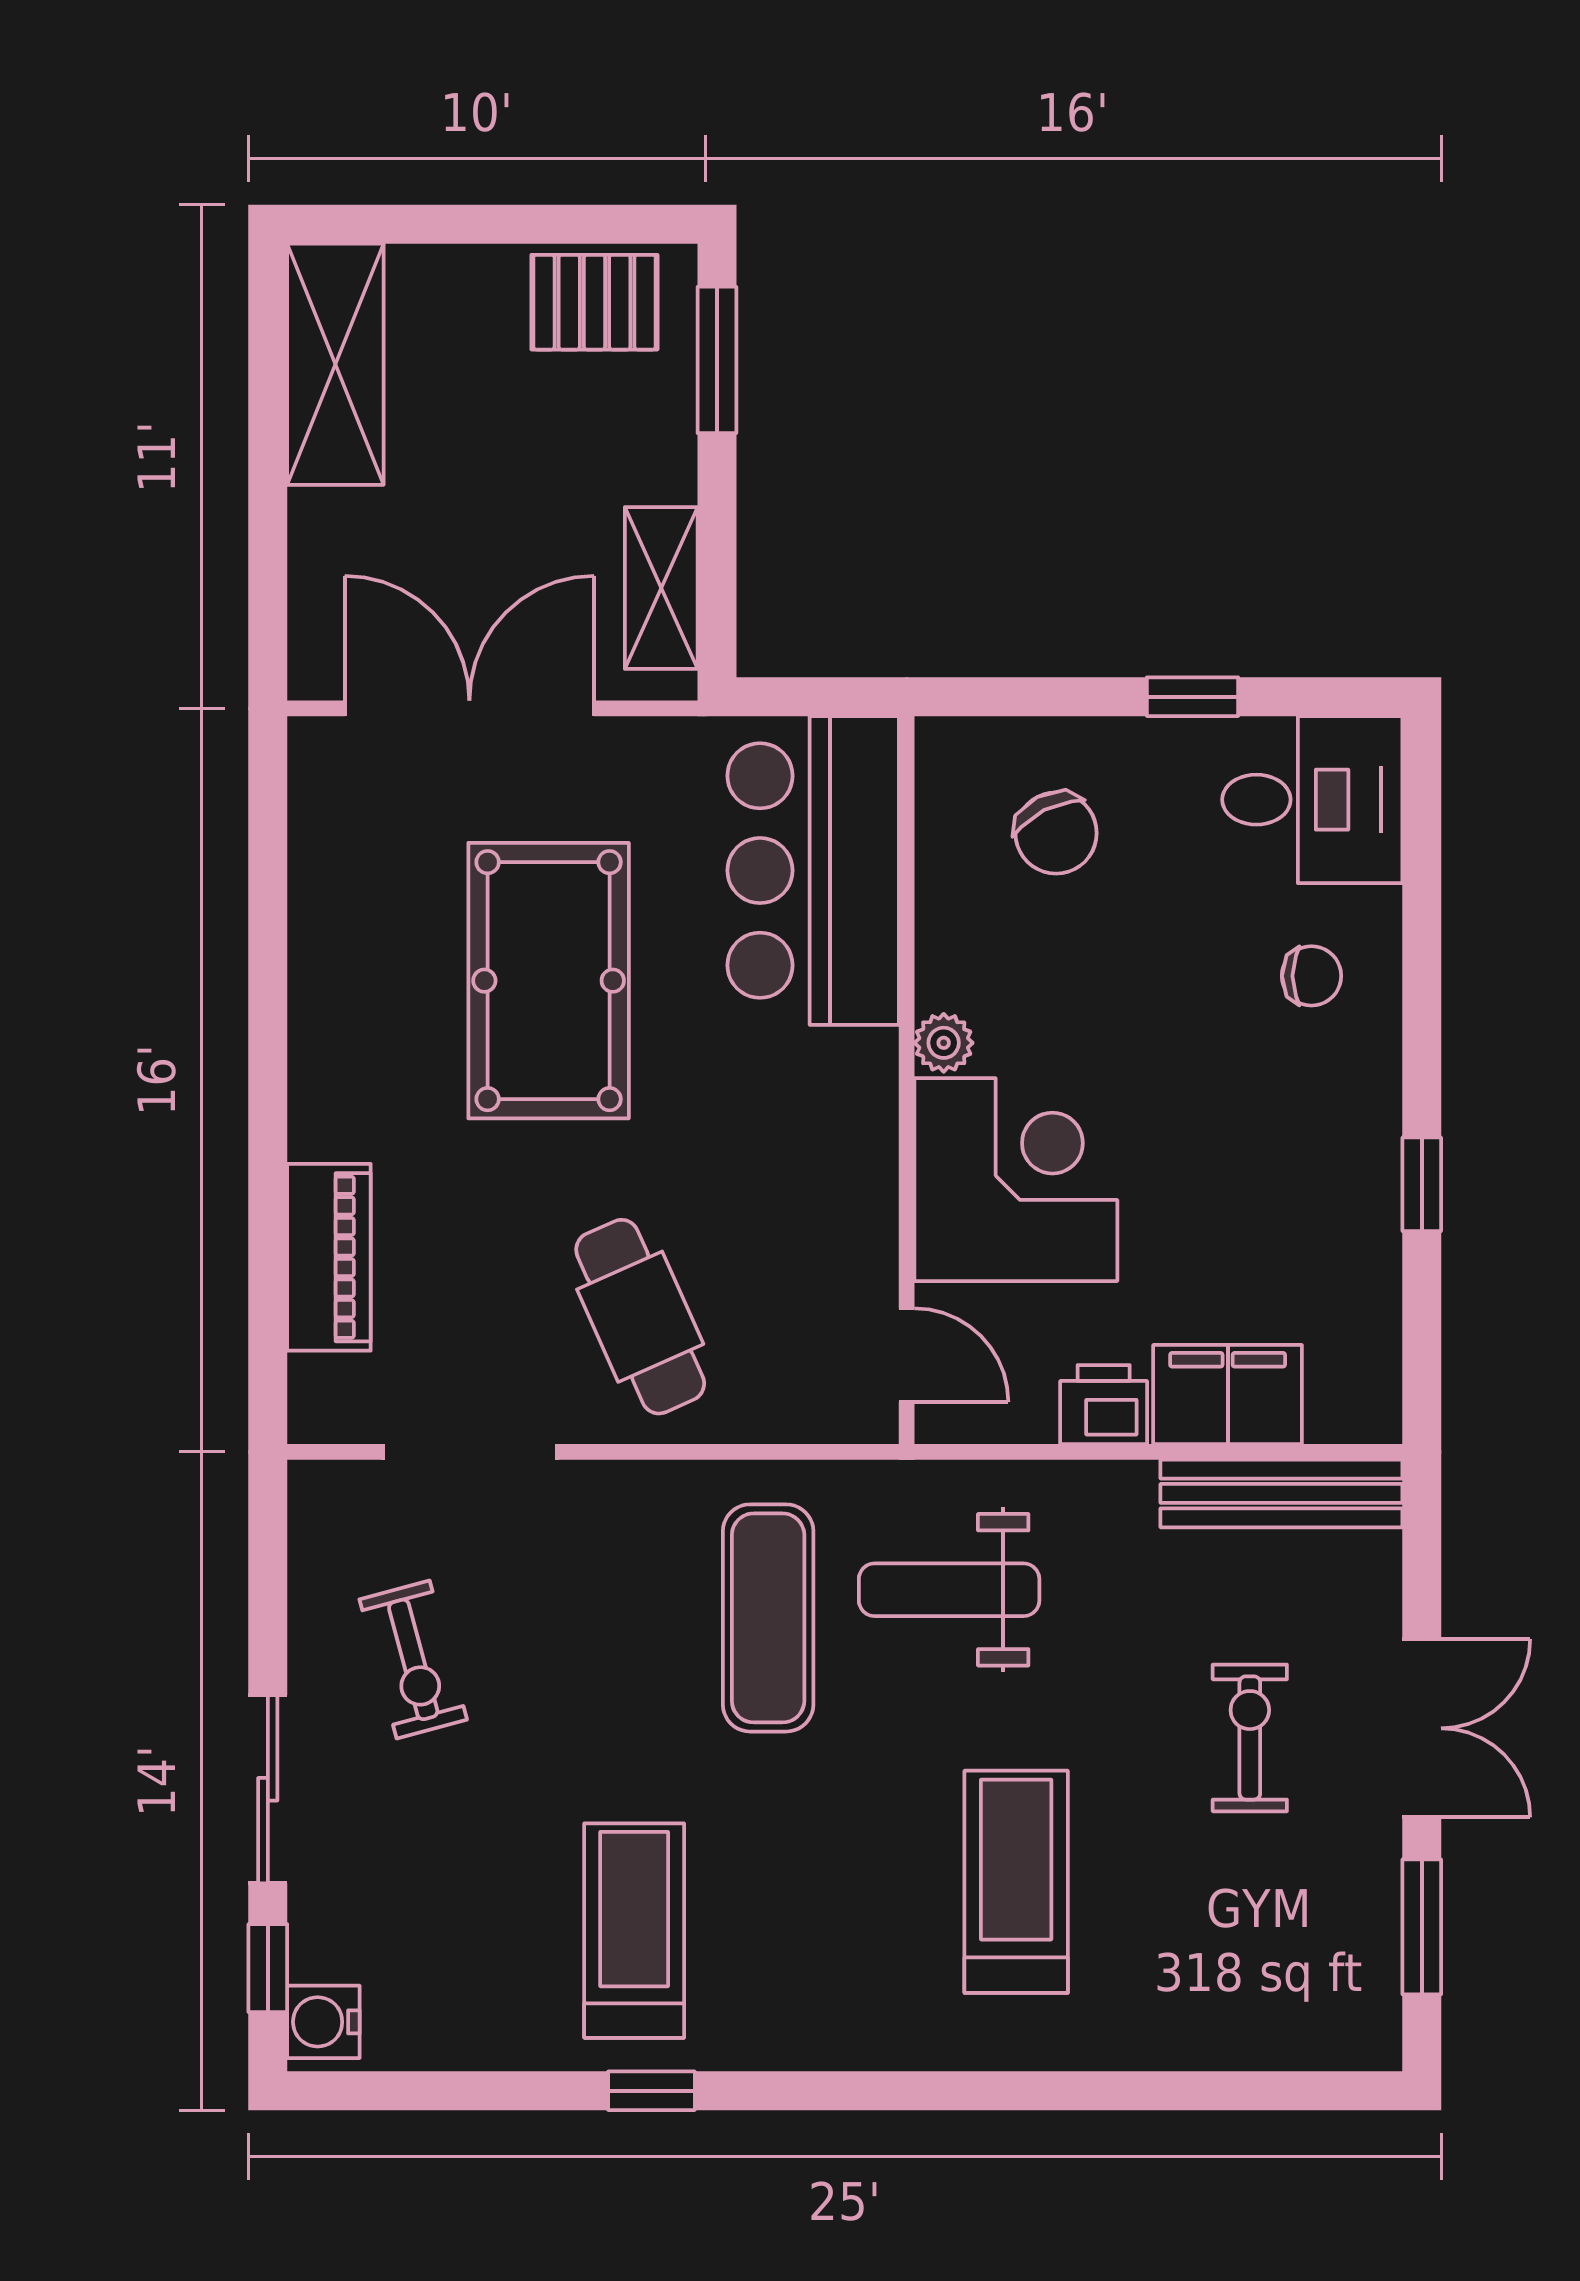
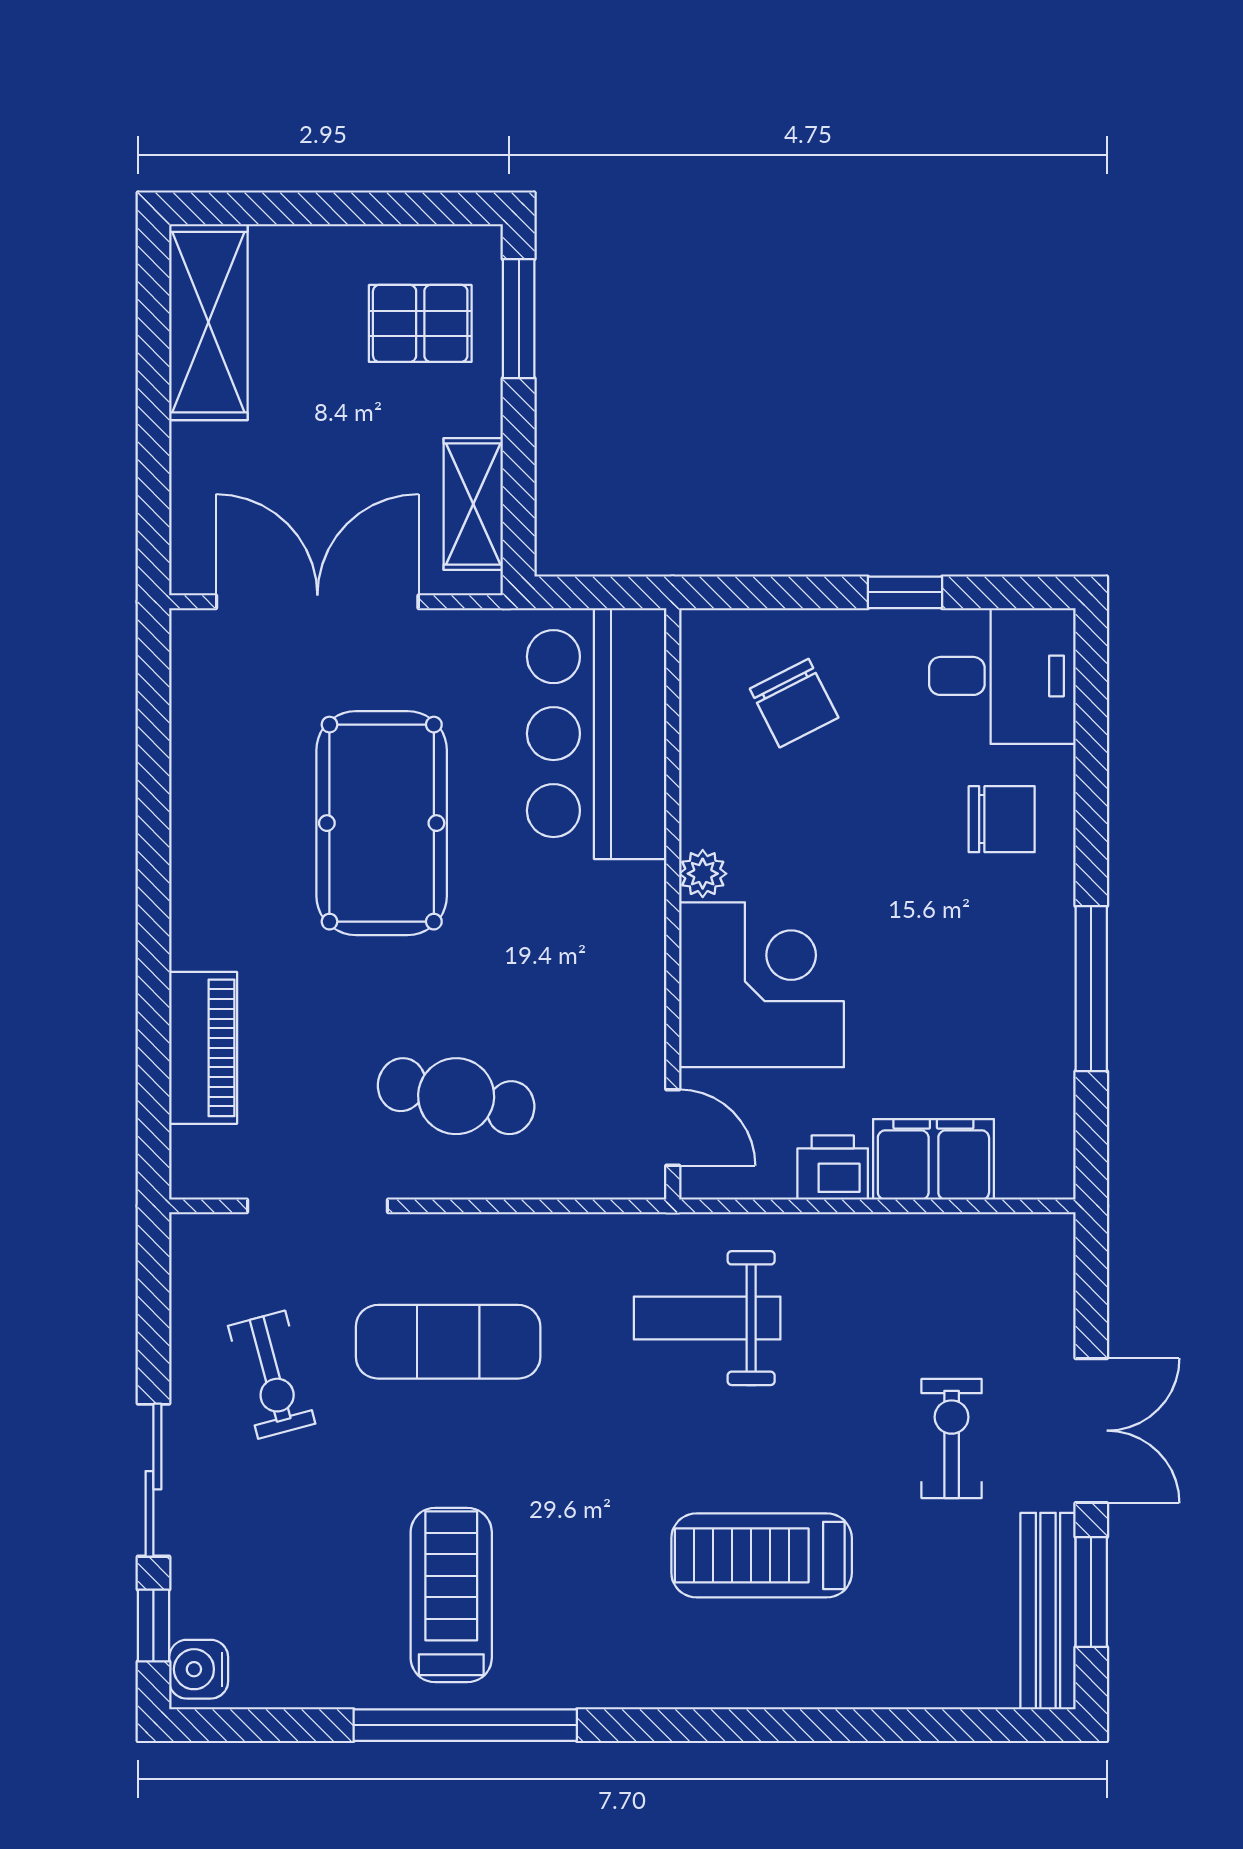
pallet: (594, 302) -> (420, 323), moved
chair: (1311, 976) -> (1002, 819), width x1.37, depth x1.37
window: (1422, 1184) -> (1091, 989), width x2.17
cafe table: (640, 1317) -> (456, 1096), turned -54
bench: (1281, 1493) -> (1048, 1611), moved, turned 90
exercise mat: (768, 1618) -> (448, 1342), moved, turned 90
treadmill: (1016, 1882) -> (762, 1555), turned -90
window: (651, 2091) -> (465, 1725), width x3.17

